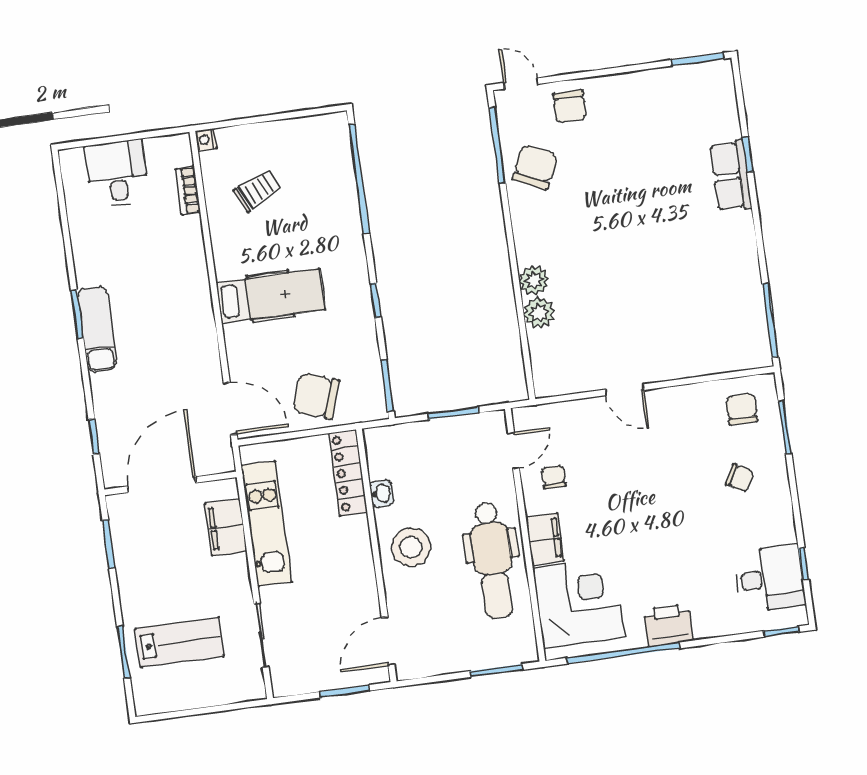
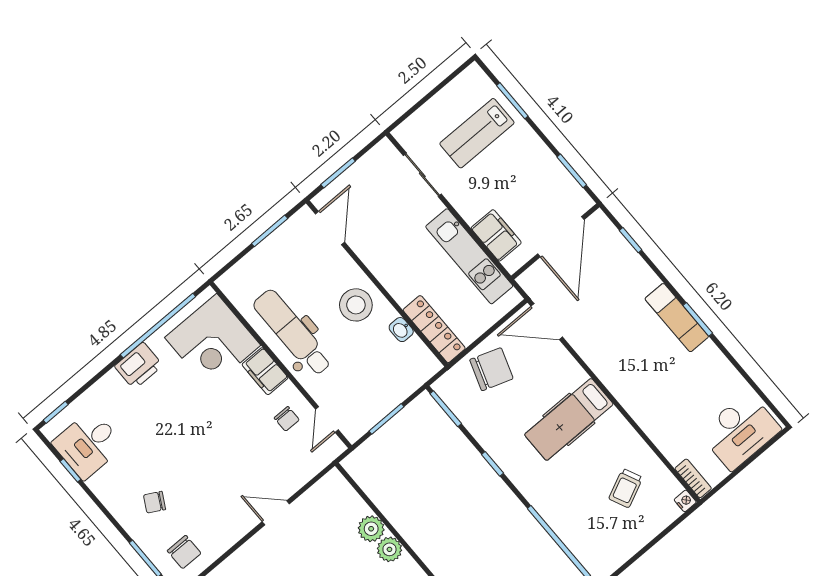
desk: (117, 173) -> (740, 431), width x1.37
bookcase: (188, 191) -> (693, 478), moved
window: (496, 671) -> (270, 231), moved

